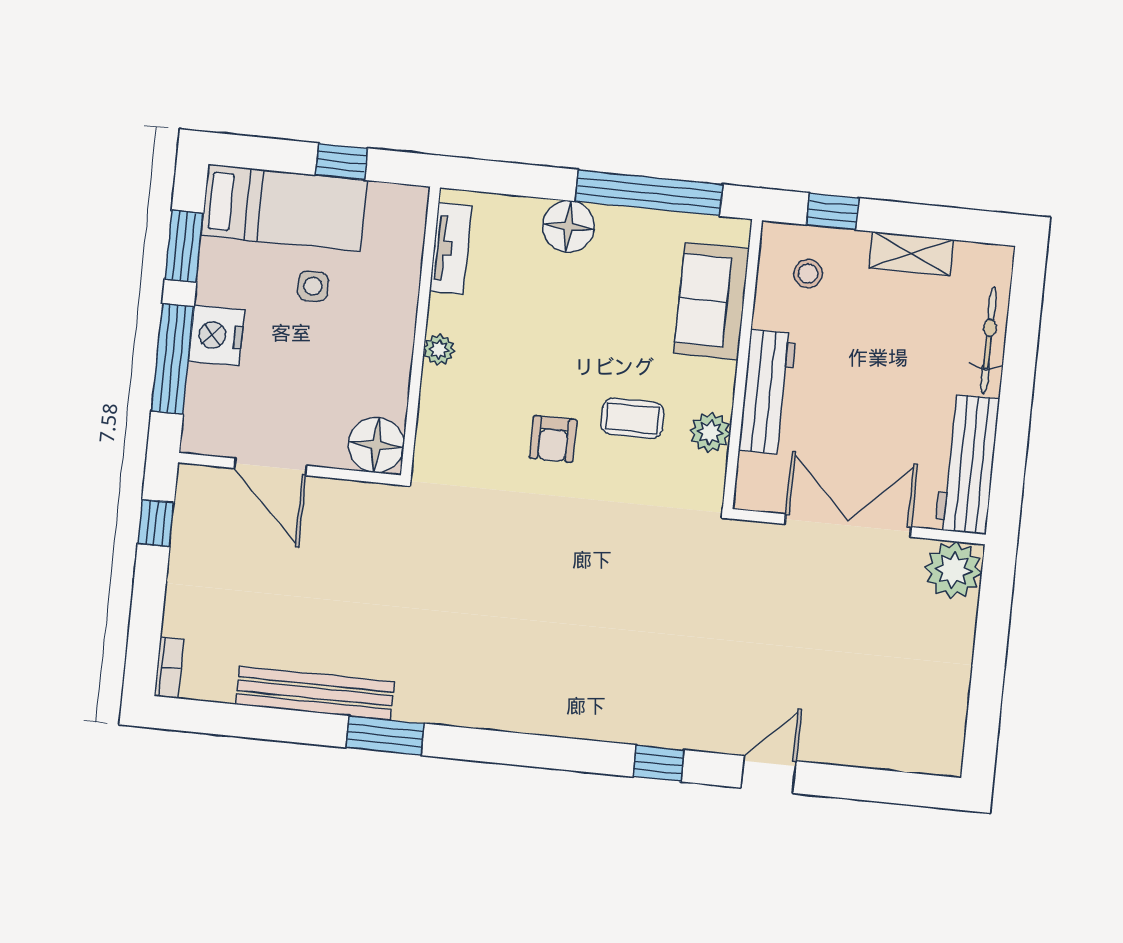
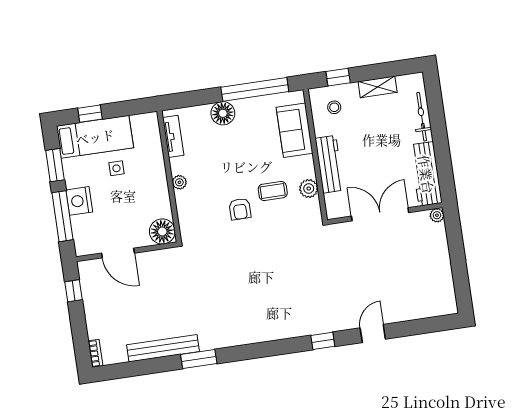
window: (342, 162) -> (90, 114), moved
plant: (953, 570) -> (437, 215), width x0.53, depth x0.53

